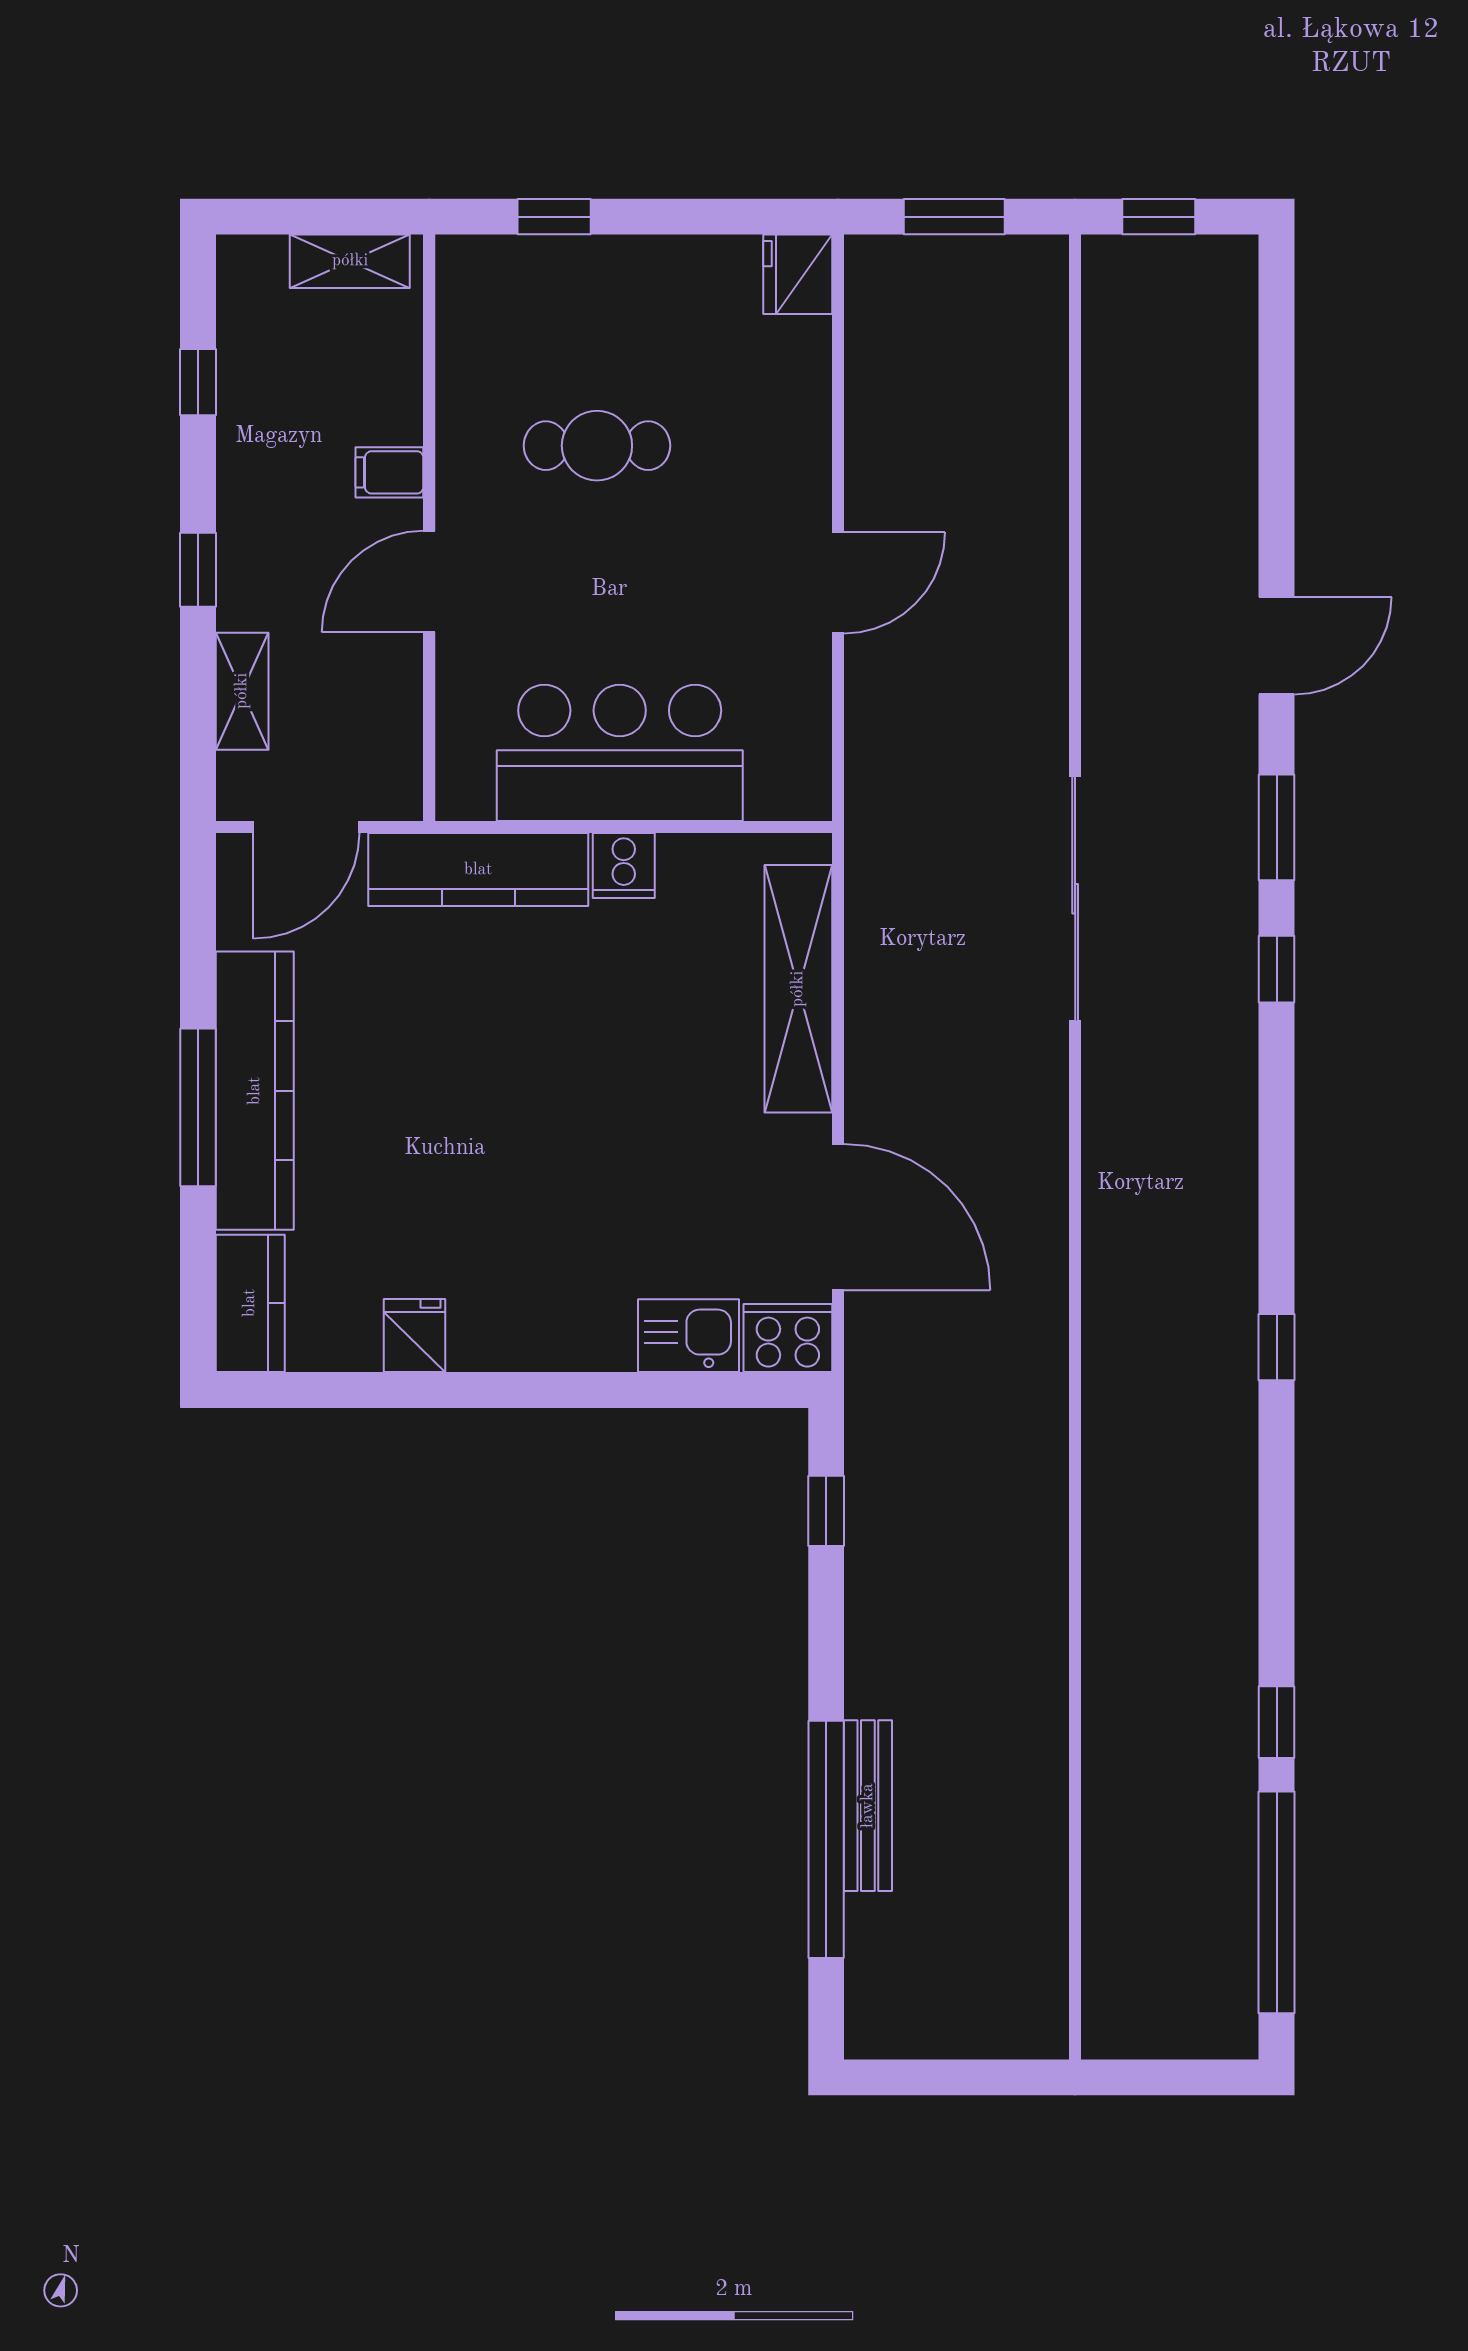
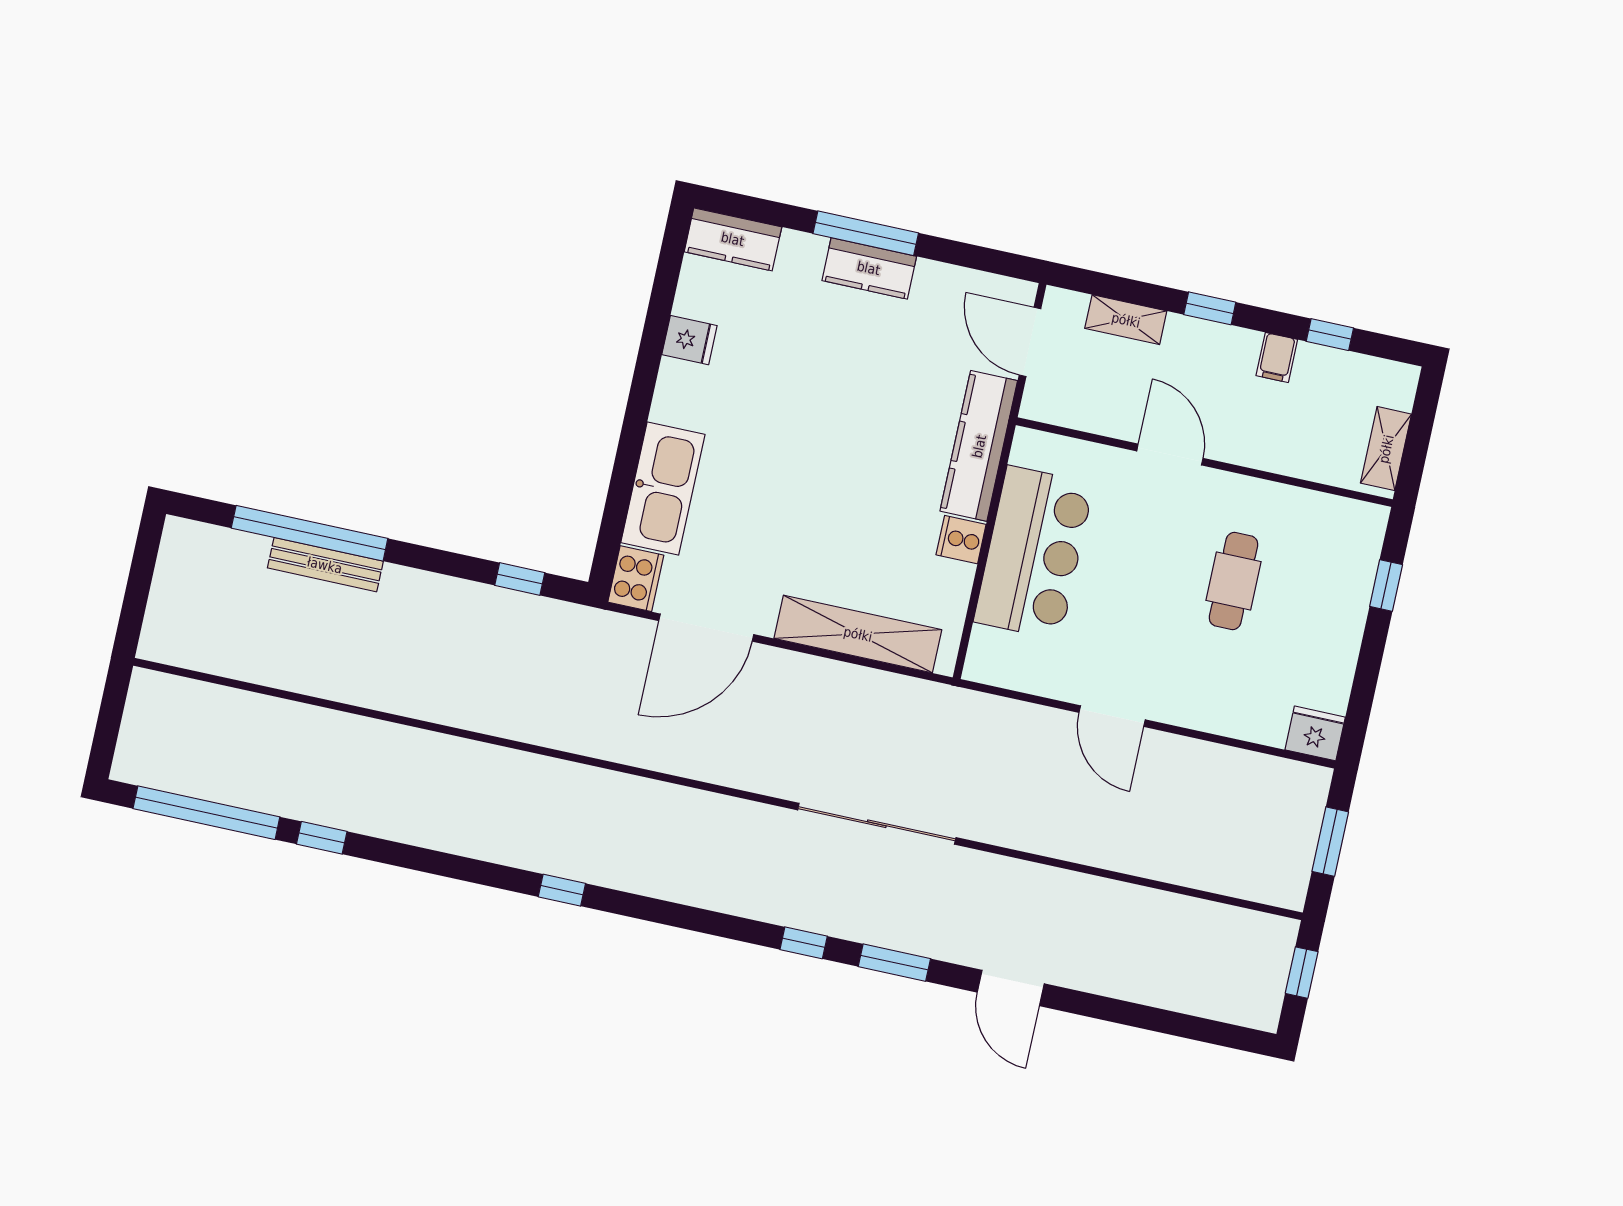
filing cabinet: (389, 472) -> (1277, 358), moved, turned 180
kitchen counter: (255, 1091) -> (869, 268), width x0.48, depth x0.86
kitchen sink: (689, 1336) -> (663, 488), width x1.88, depth x1.24

